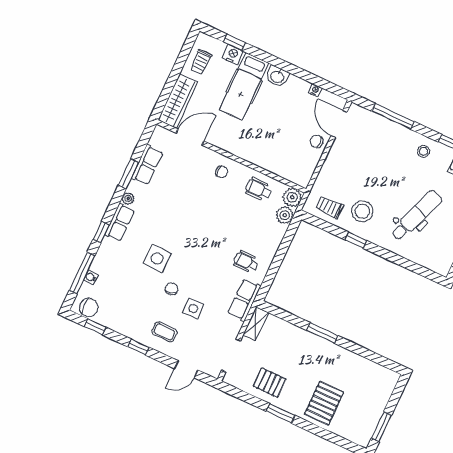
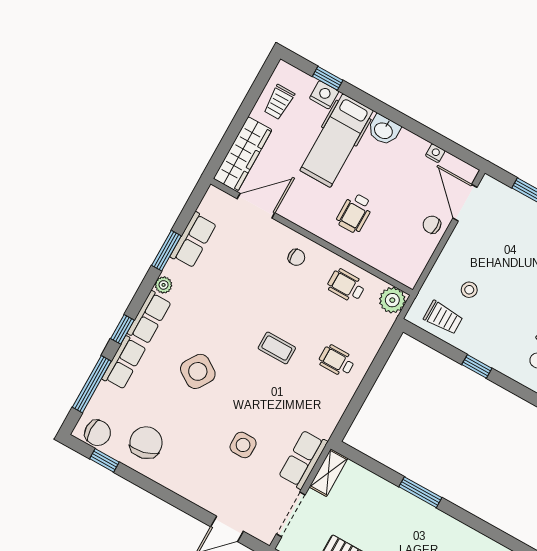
wheelchair: (261, 137) -> (355, 213), added
trolley: (329, 207) -> (443, 318), turned 180
stool: (362, 211) -> (469, 290), moved, width x0.53, depth x0.53
plant: (285, 215) -> (380, 324), removed
row of seats: (104, 256) -> (124, 363), added
side table: (157, 258) -> (198, 371), turned 33
wheelchair: (246, 262) -> (337, 361), moved
water cooler: (91, 277) -> (103, 391), removed
chair: (171, 289) -> (146, 443), moved, width x1.87, depth x1.87
row of seats: (244, 300) -> (303, 459), moved
coffee table: (164, 332) -> (277, 348), moved
window: (138, 347) -> (163, 493), removed

